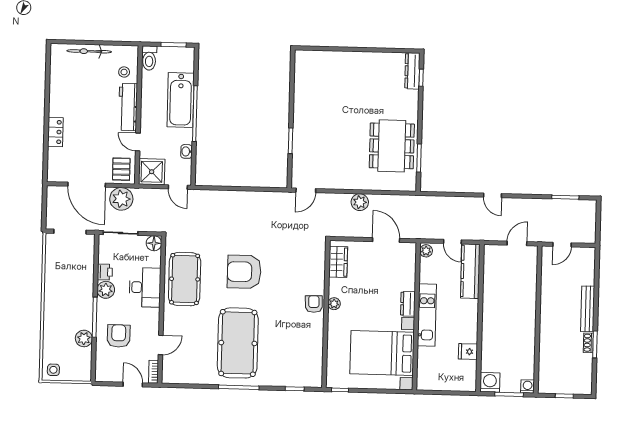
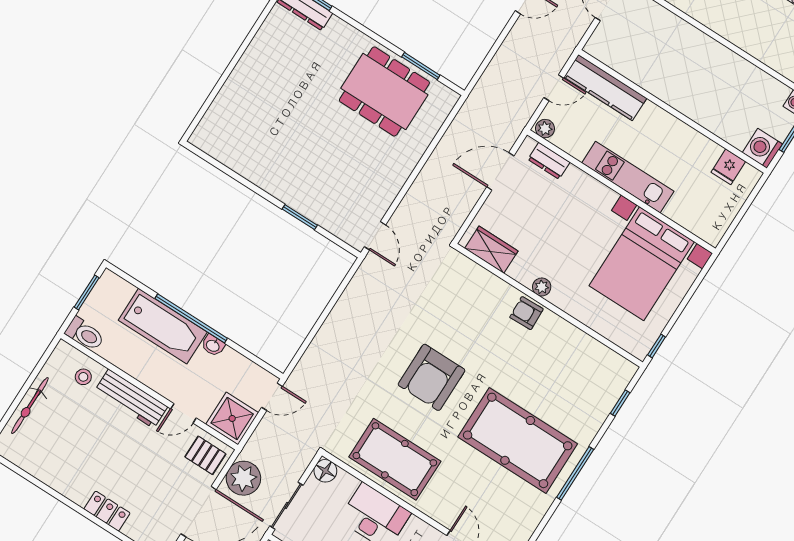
washbasin: (186, 151) -> (213, 345), moved
plant: (360, 202) -> (432, 176), removed
dresser: (408, 304) -> (549, 161), moved
fridge: (468, 352) -> (728, 167), moved

